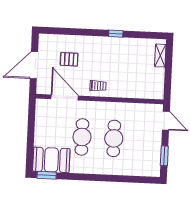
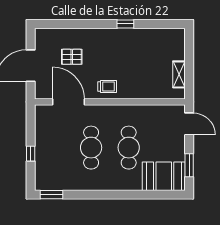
shelving: (160, 56) -> (179, 74), moved
window: (31, 140) -> (31, 154), added
booth: (51, 160) -> (164, 176), moved

